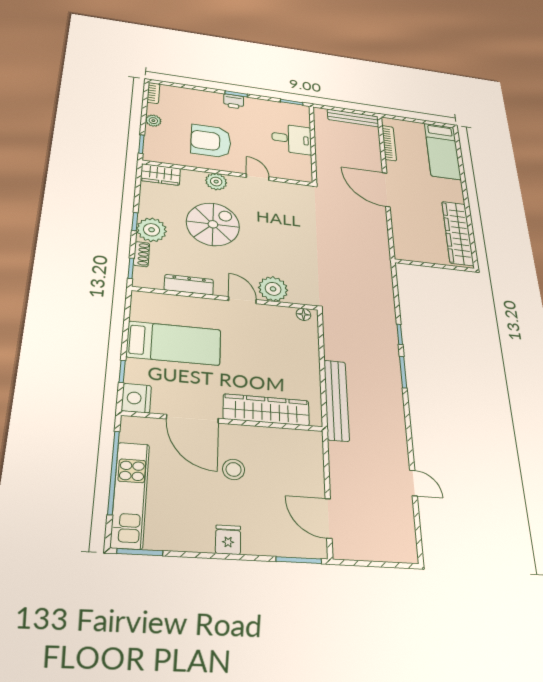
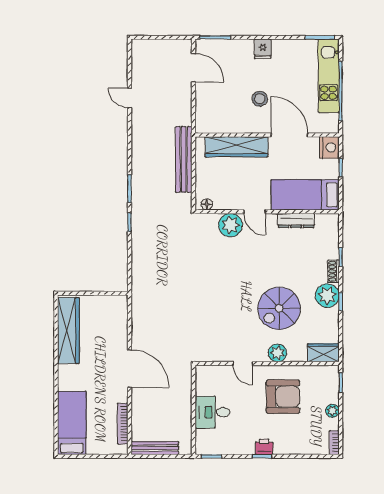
dresser: (189, 285) -> (296, 221), moved
plant: (273, 289) -> (230, 225), moved
wall: (226, 298) -> (267, 212), moved
door: (242, 300) -> (255, 212), moved
floor lamp: (303, 314) -> (207, 204), moved

